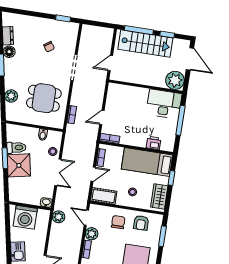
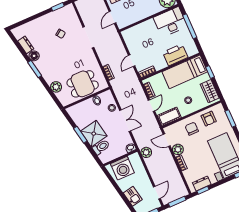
dining table: (44, 98) -> (83, 84), moved
printer: (154, 143) -> (175, 55), width x1.87, depth x1.48
toilet: (16, 148) -> (101, 147), moved

